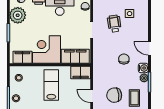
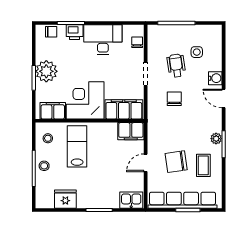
plant: (18, 15) -> (46, 71), moved
chair: (124, 59) -> (174, 99), moved
water cooler: (143, 68) -> (215, 78), moved
lab bench: (51, 85) -> (77, 146), moved
door: (92, 96) -> (146, 163), hinge flipped

